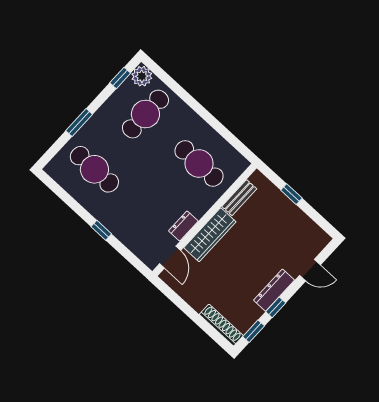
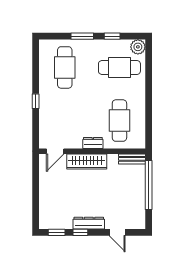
window: (120, 78) -> (112, 36), moved
window: (291, 194) -> (149, 185), width x3.17
bench: (239, 198) -> (132, 159), moved
dresser: (183, 226) -> (93, 143), moved
shoe rack: (221, 325) -> (44, 212), removed

